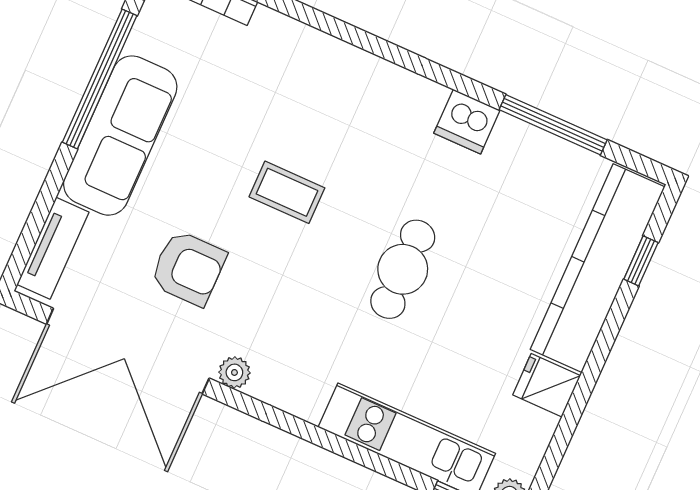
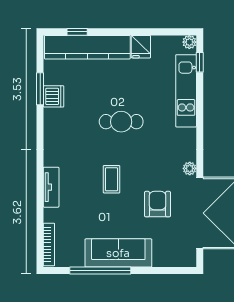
dishwasher: (467, 122) -> (54, 96), moved
window: (553, 125) -> (40, 89), width x0.69
tv unit: (53, 248) -> (51, 187), moved, turned 90

